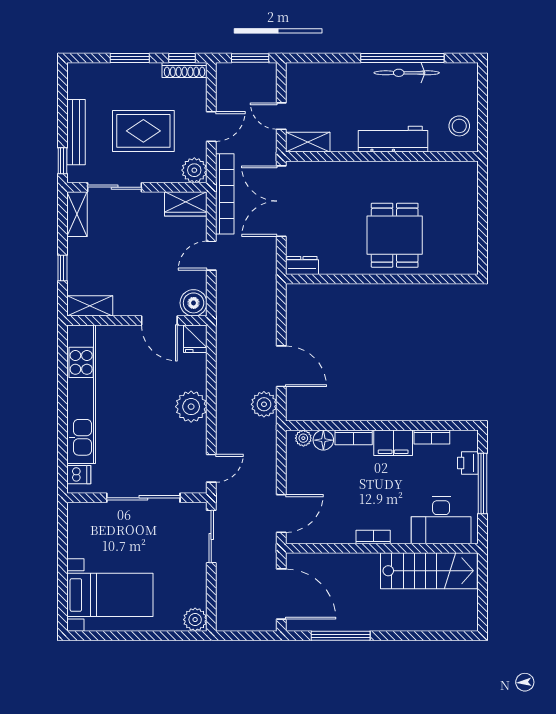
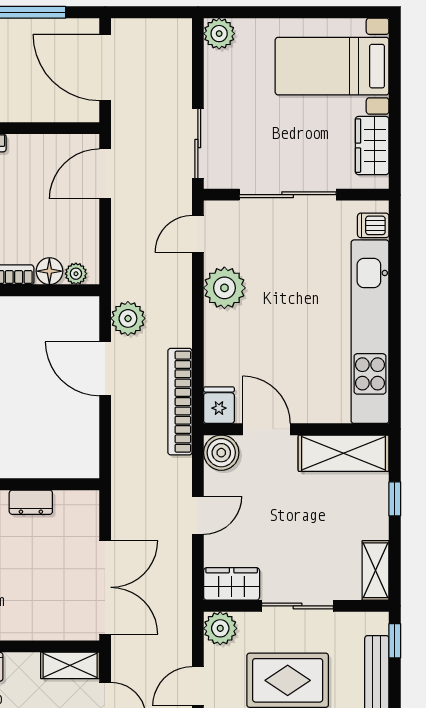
sliding door: (115, 187) -> (297, 606), moved
bookcase: (225, 194) -> (180, 402), moved
dresser: (302, 265) -> (31, 502), moved
shelving: (90, 306) -> (344, 453), width x1.50, depth x1.33
plant: (191, 407) -> (224, 288), moved
wardrobe: (80, 535) -> (372, 146), added

